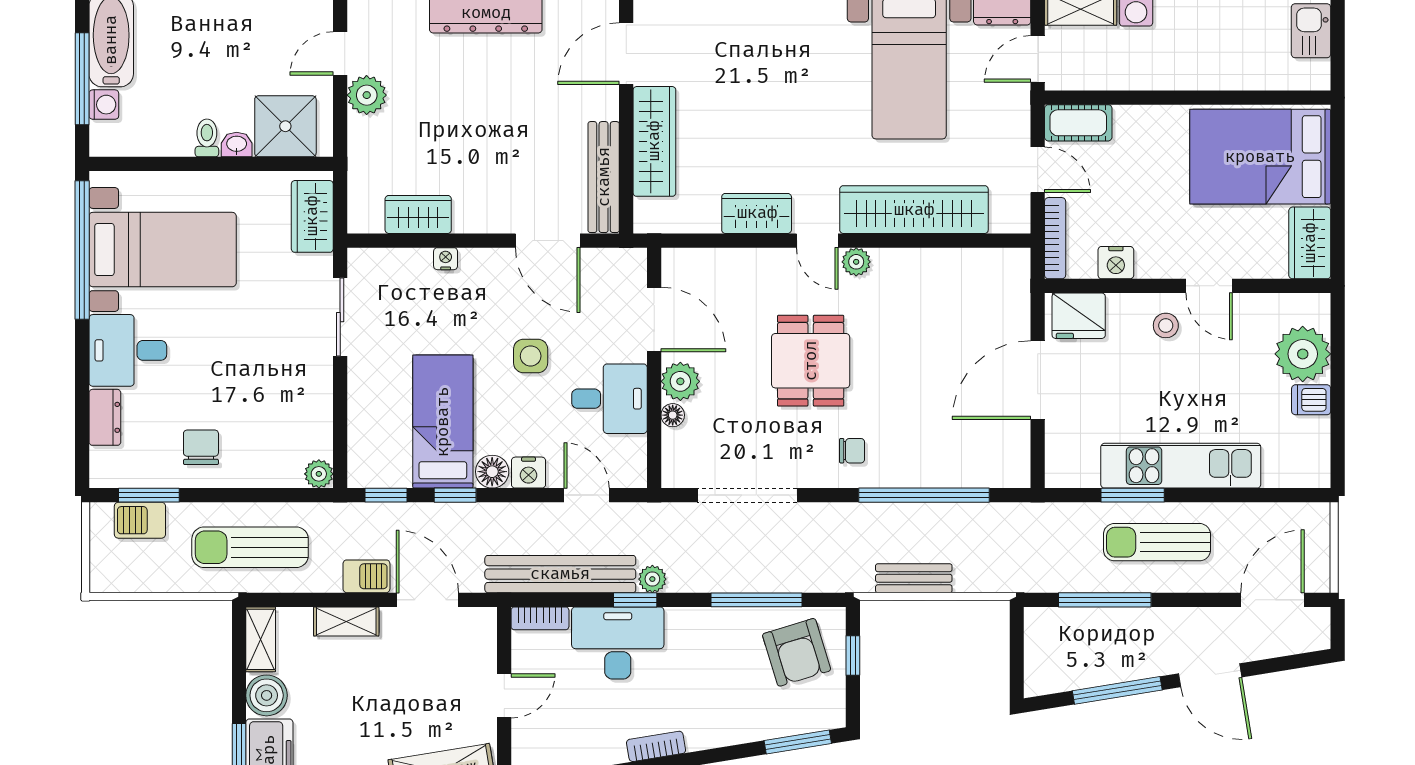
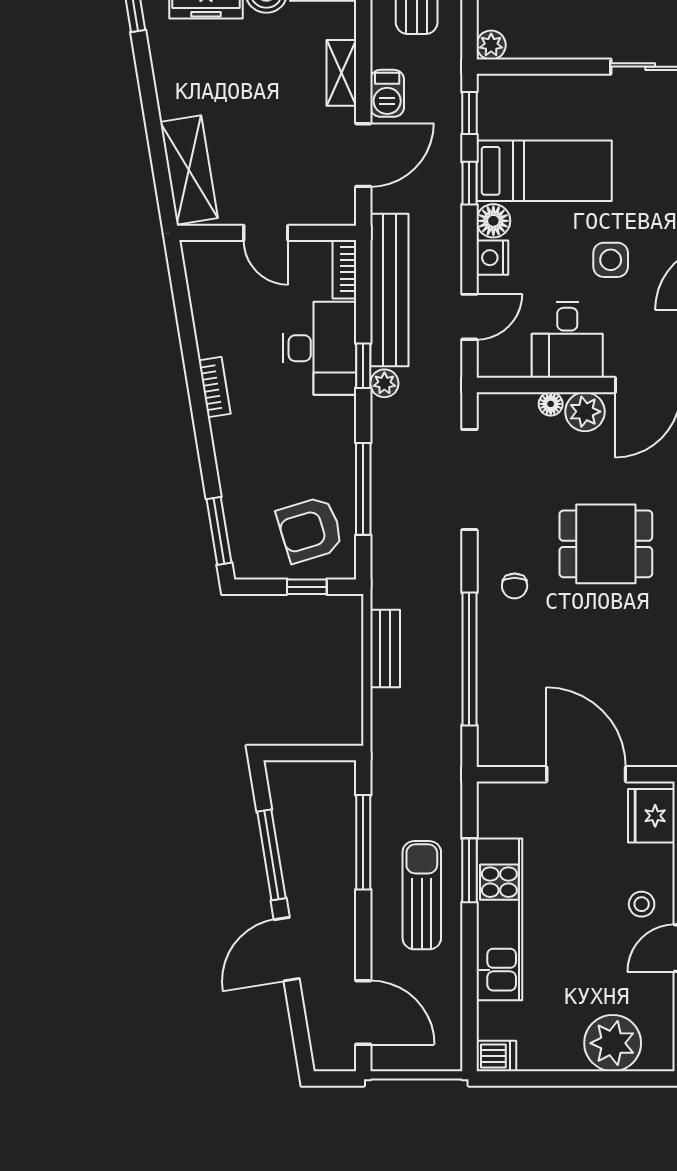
dishwasher: (1311, 400) -> (496, 1056), moved, turned 90

